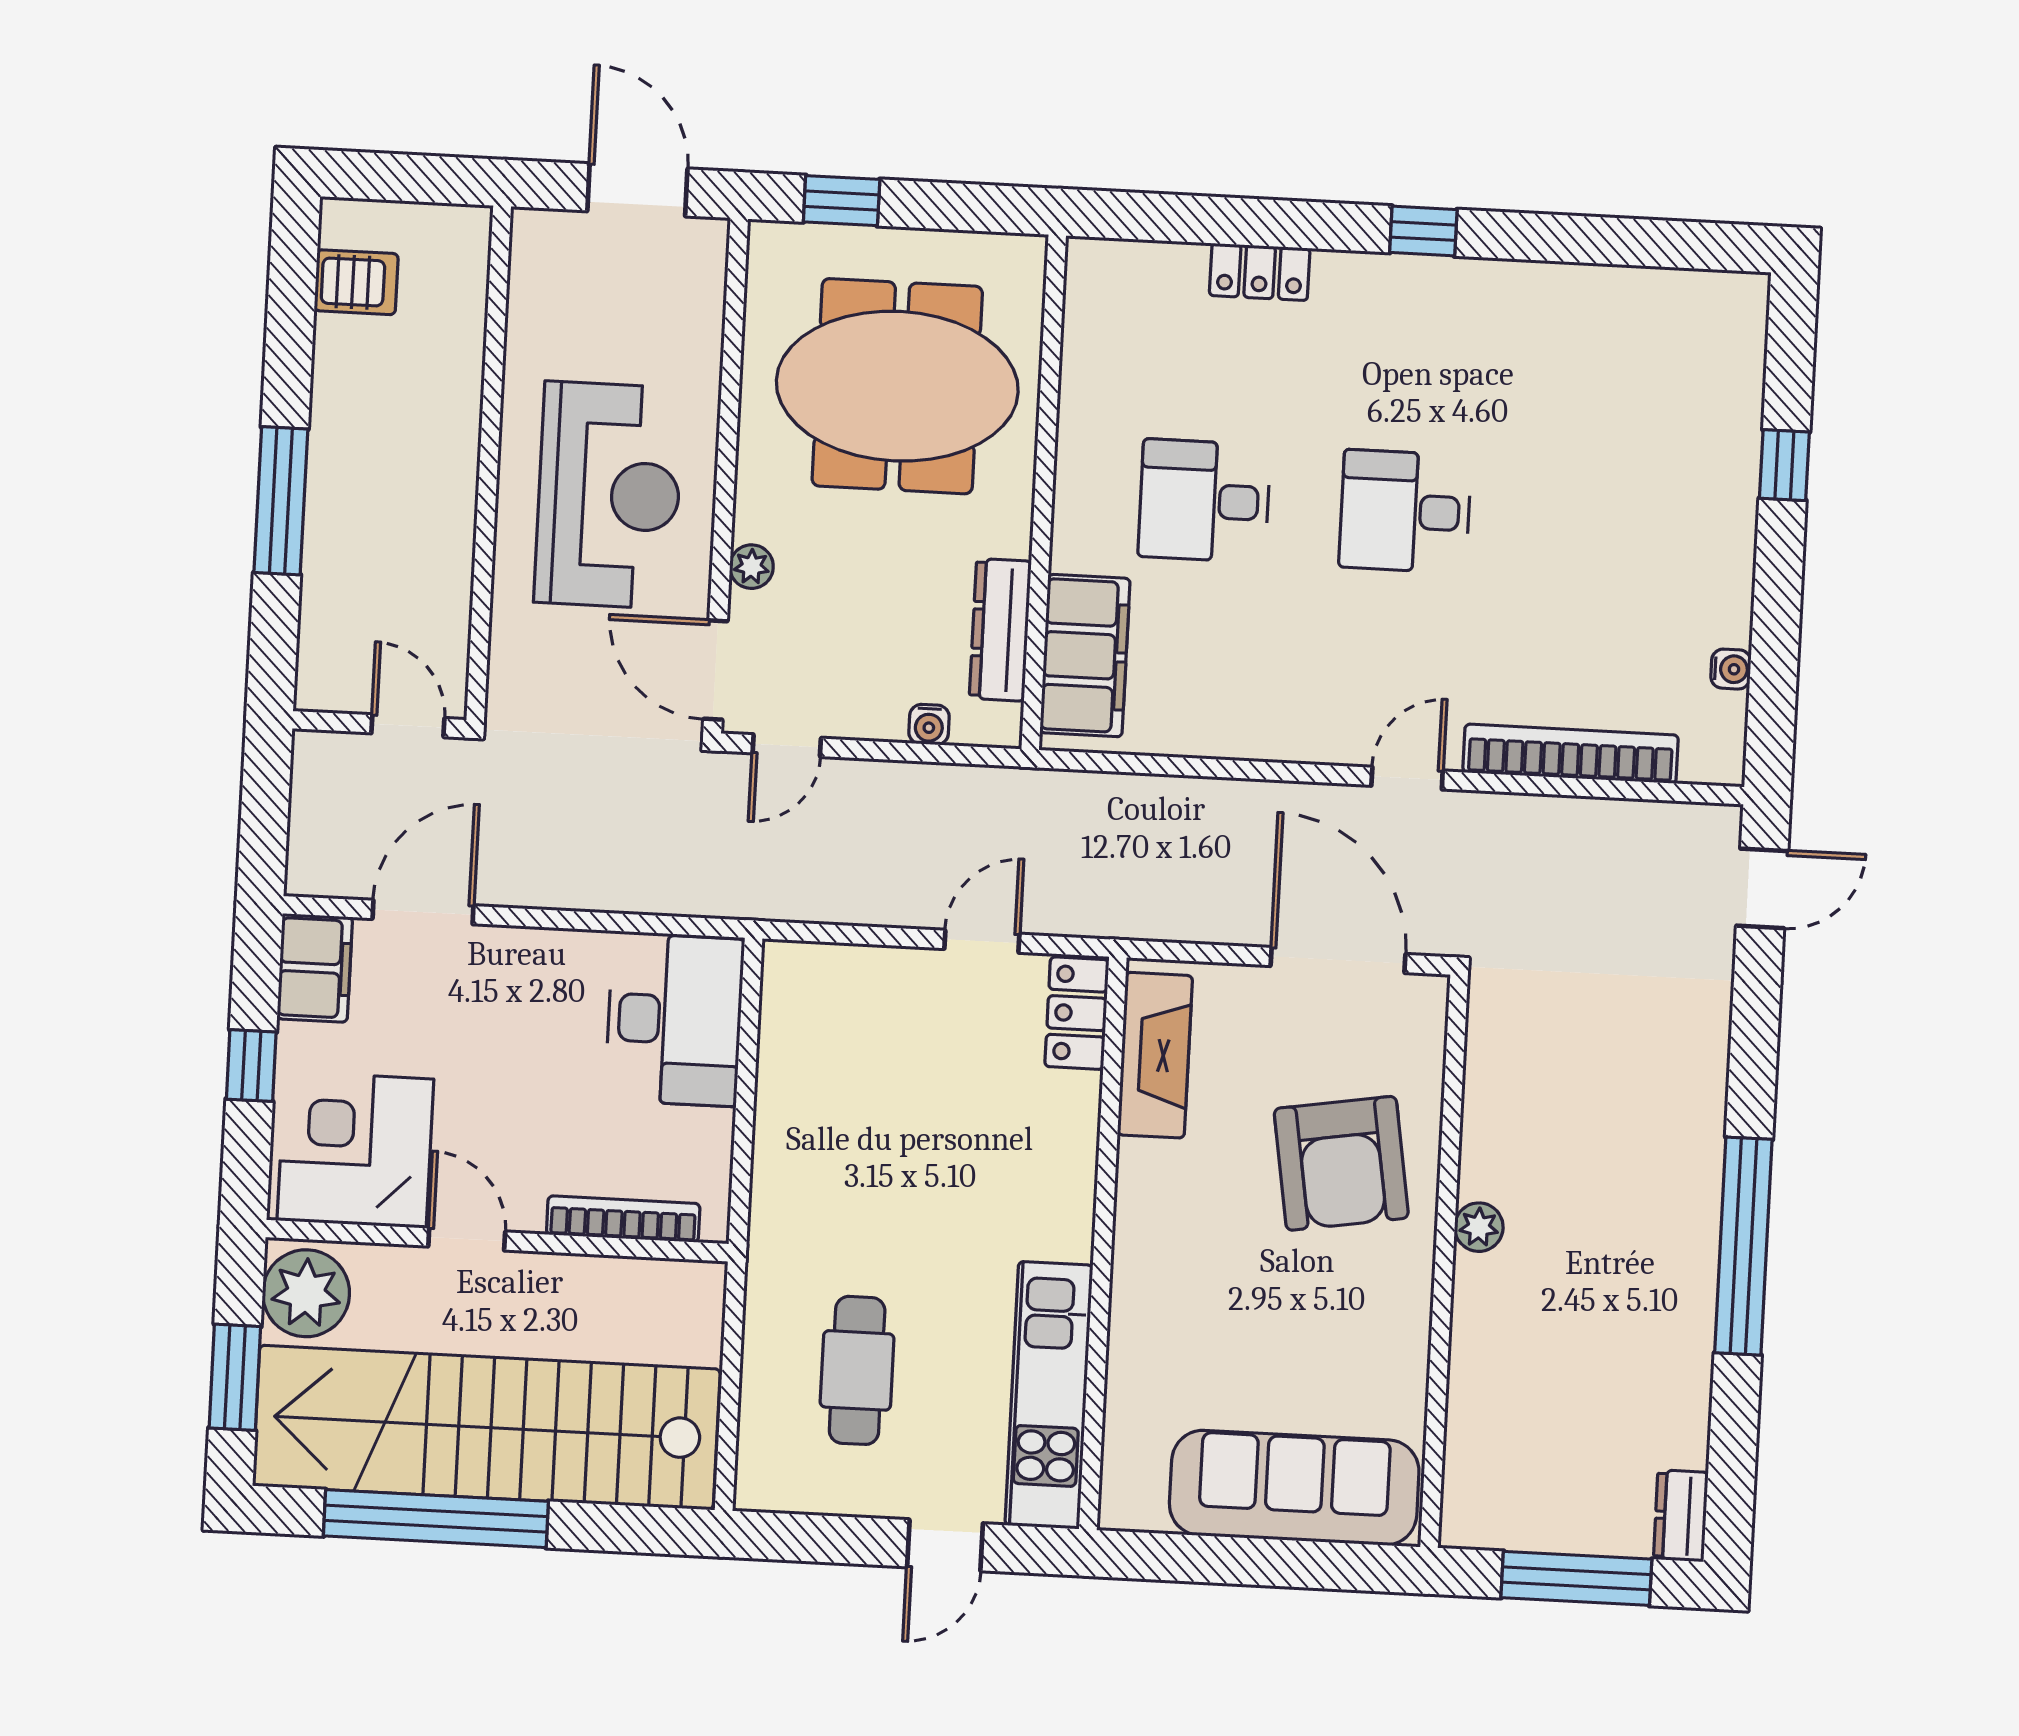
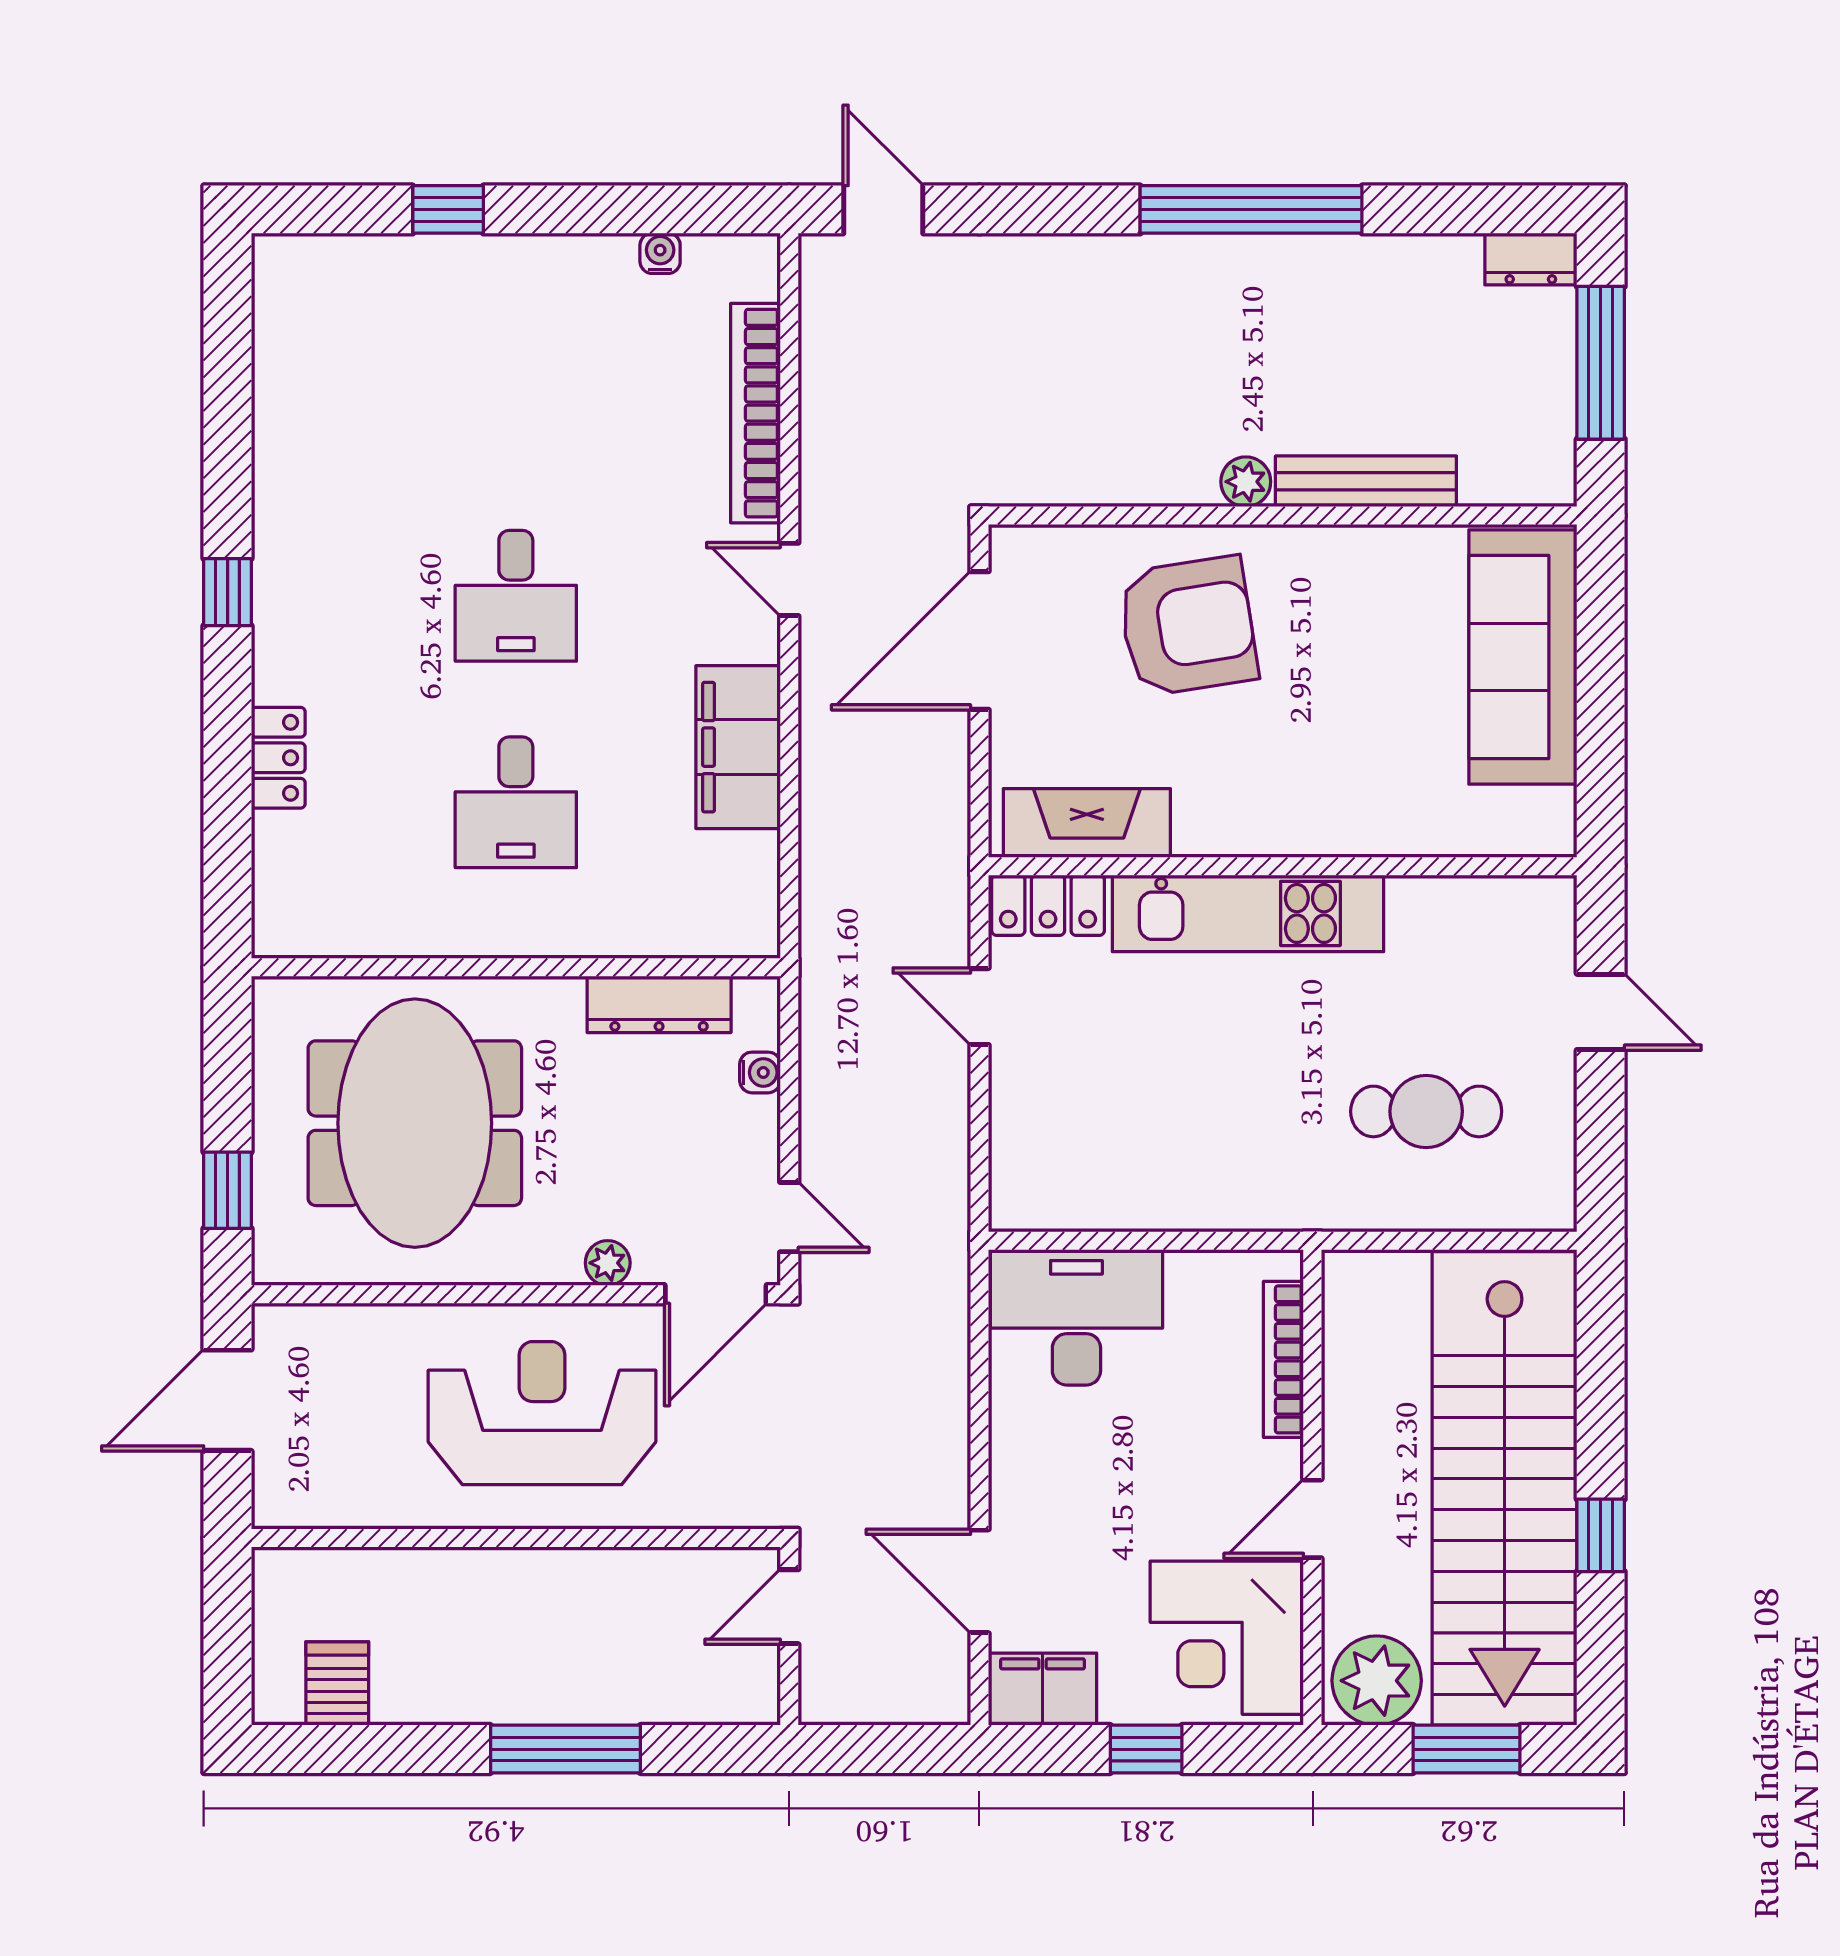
filing cabinet: (1085, 656) -> (738, 747), moved, turned -90
bench: (1473, 1344) -> (1366, 481), added
kitchen unit: (1049, 1395) -> (1248, 913), moved
window: (436, 1519) -> (1601, 1535), width x0.32

